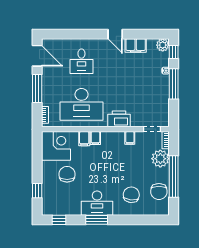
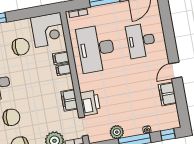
plant: (163, 45) -> (117, 132), moved
desk: (81, 61) -> (141, 41), width x1.37
printer: (119, 119) -> (90, 103), moved
filing cabinet: (130, 138) -> (69, 100), width x2.00

